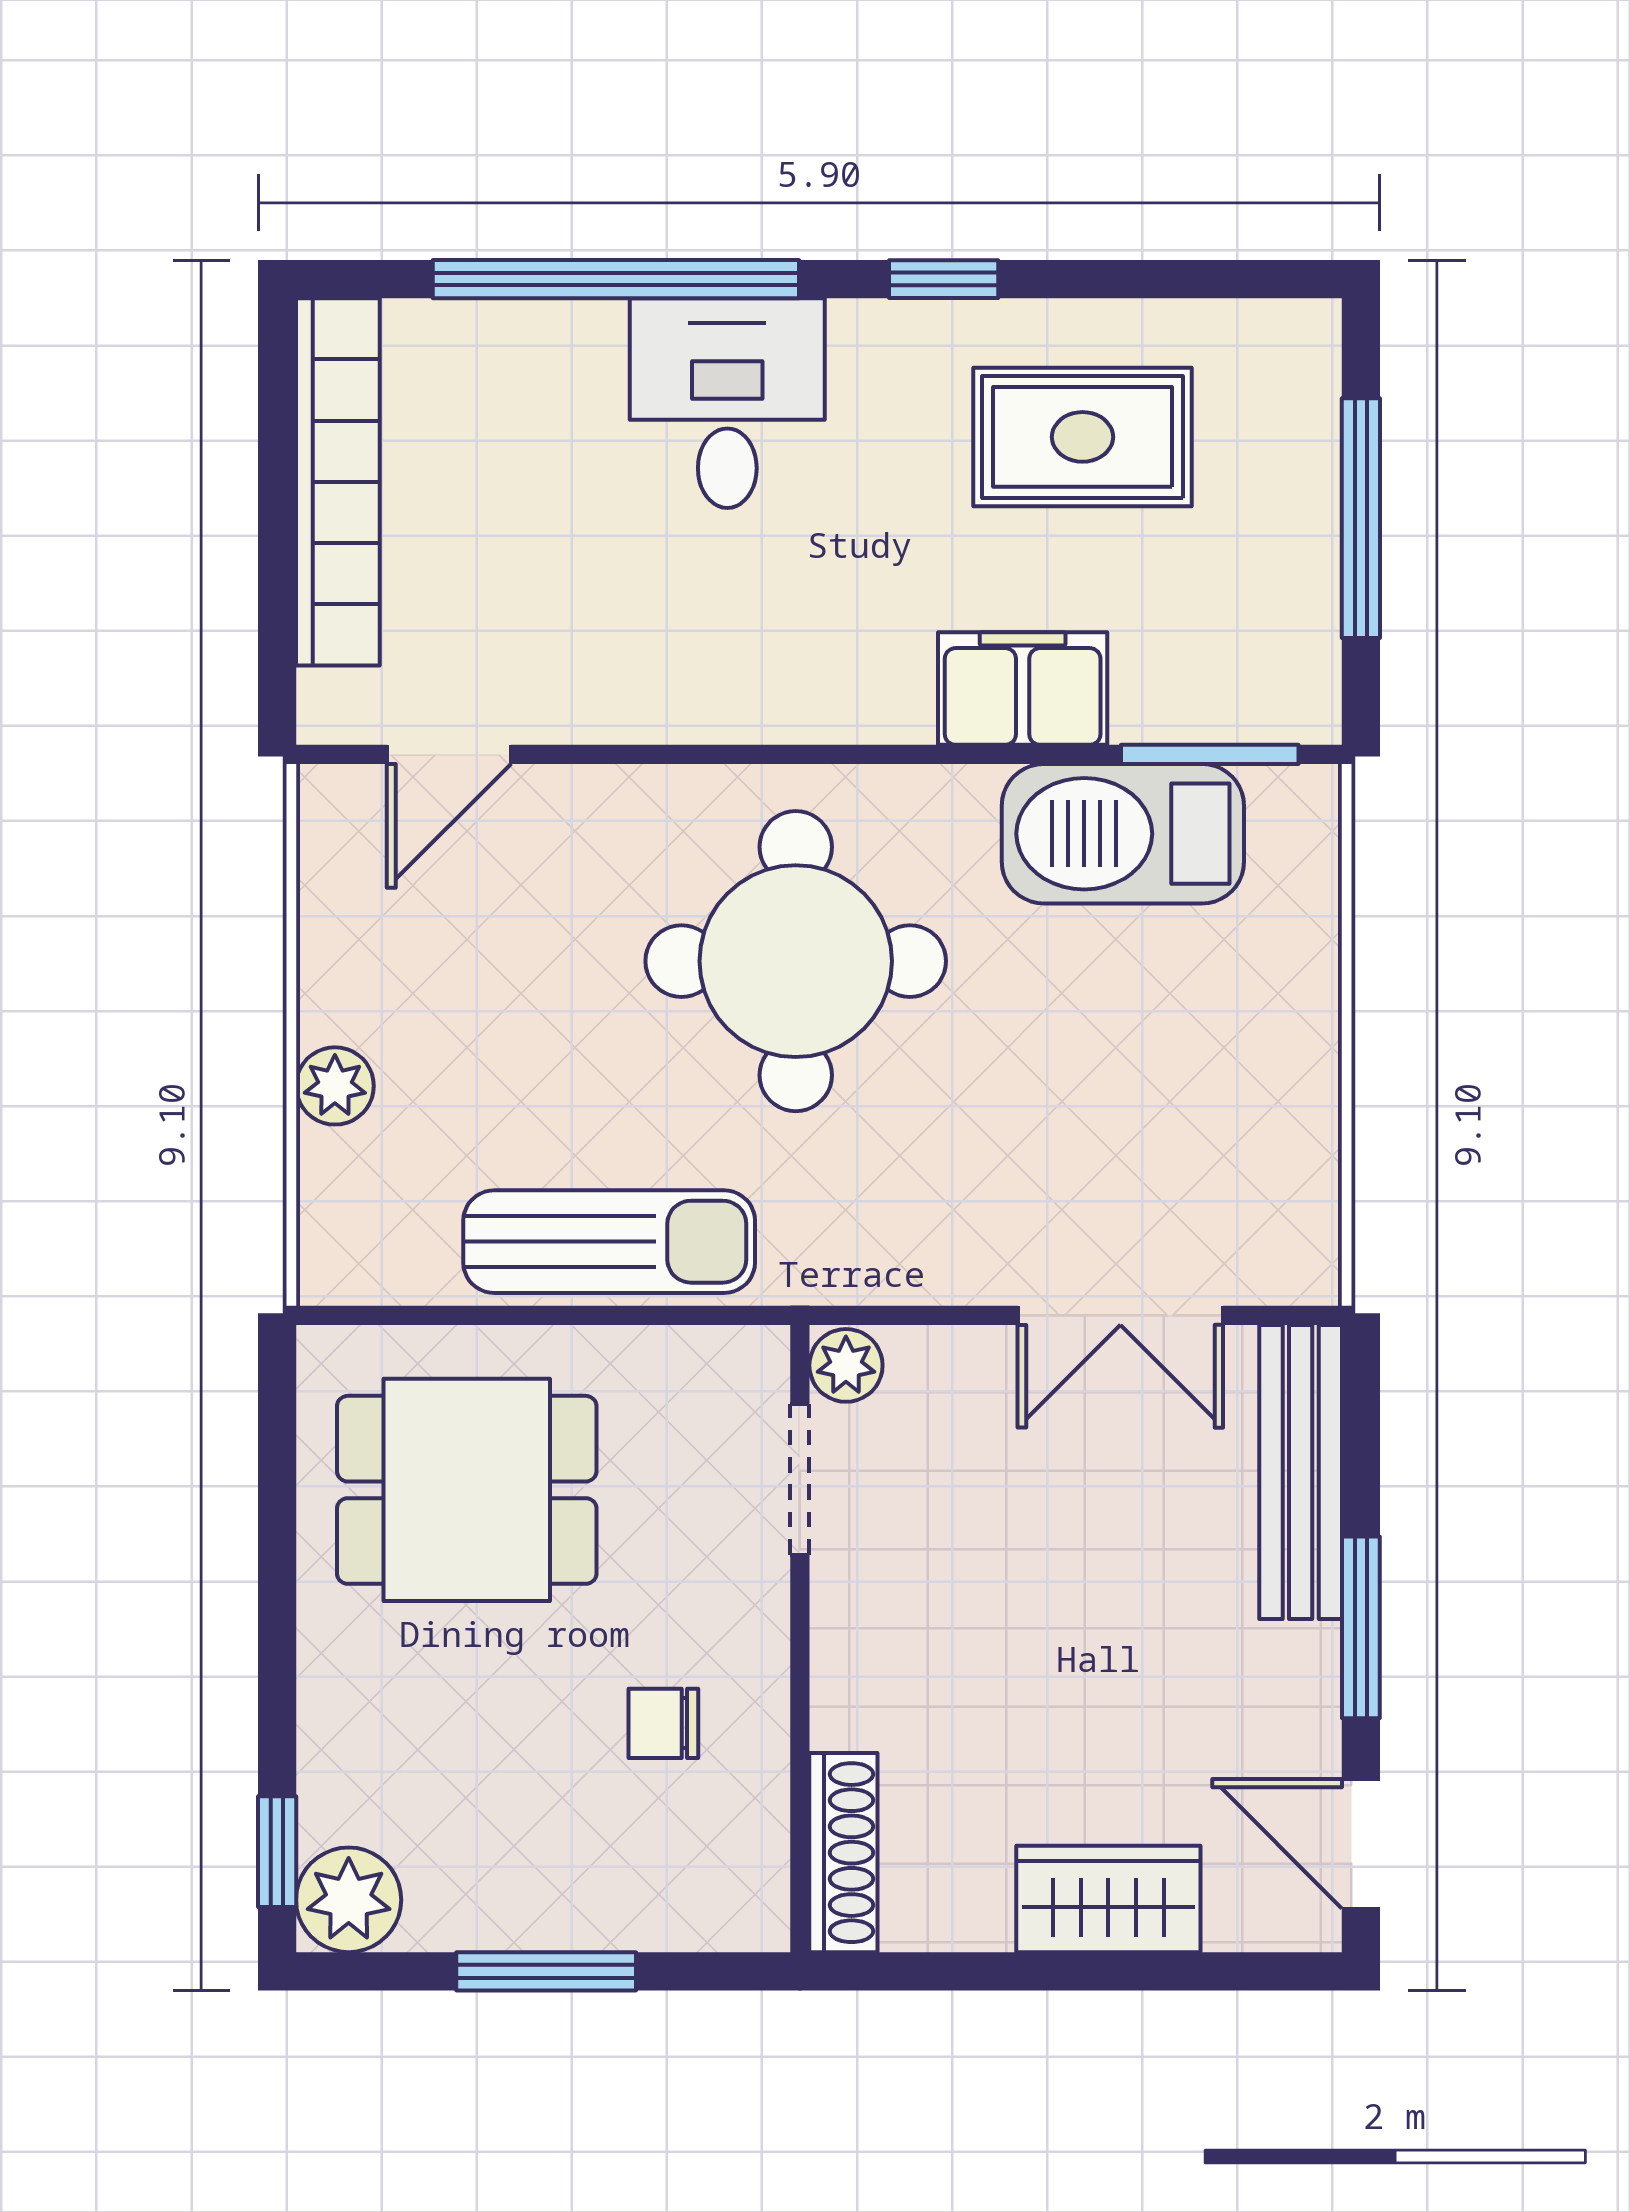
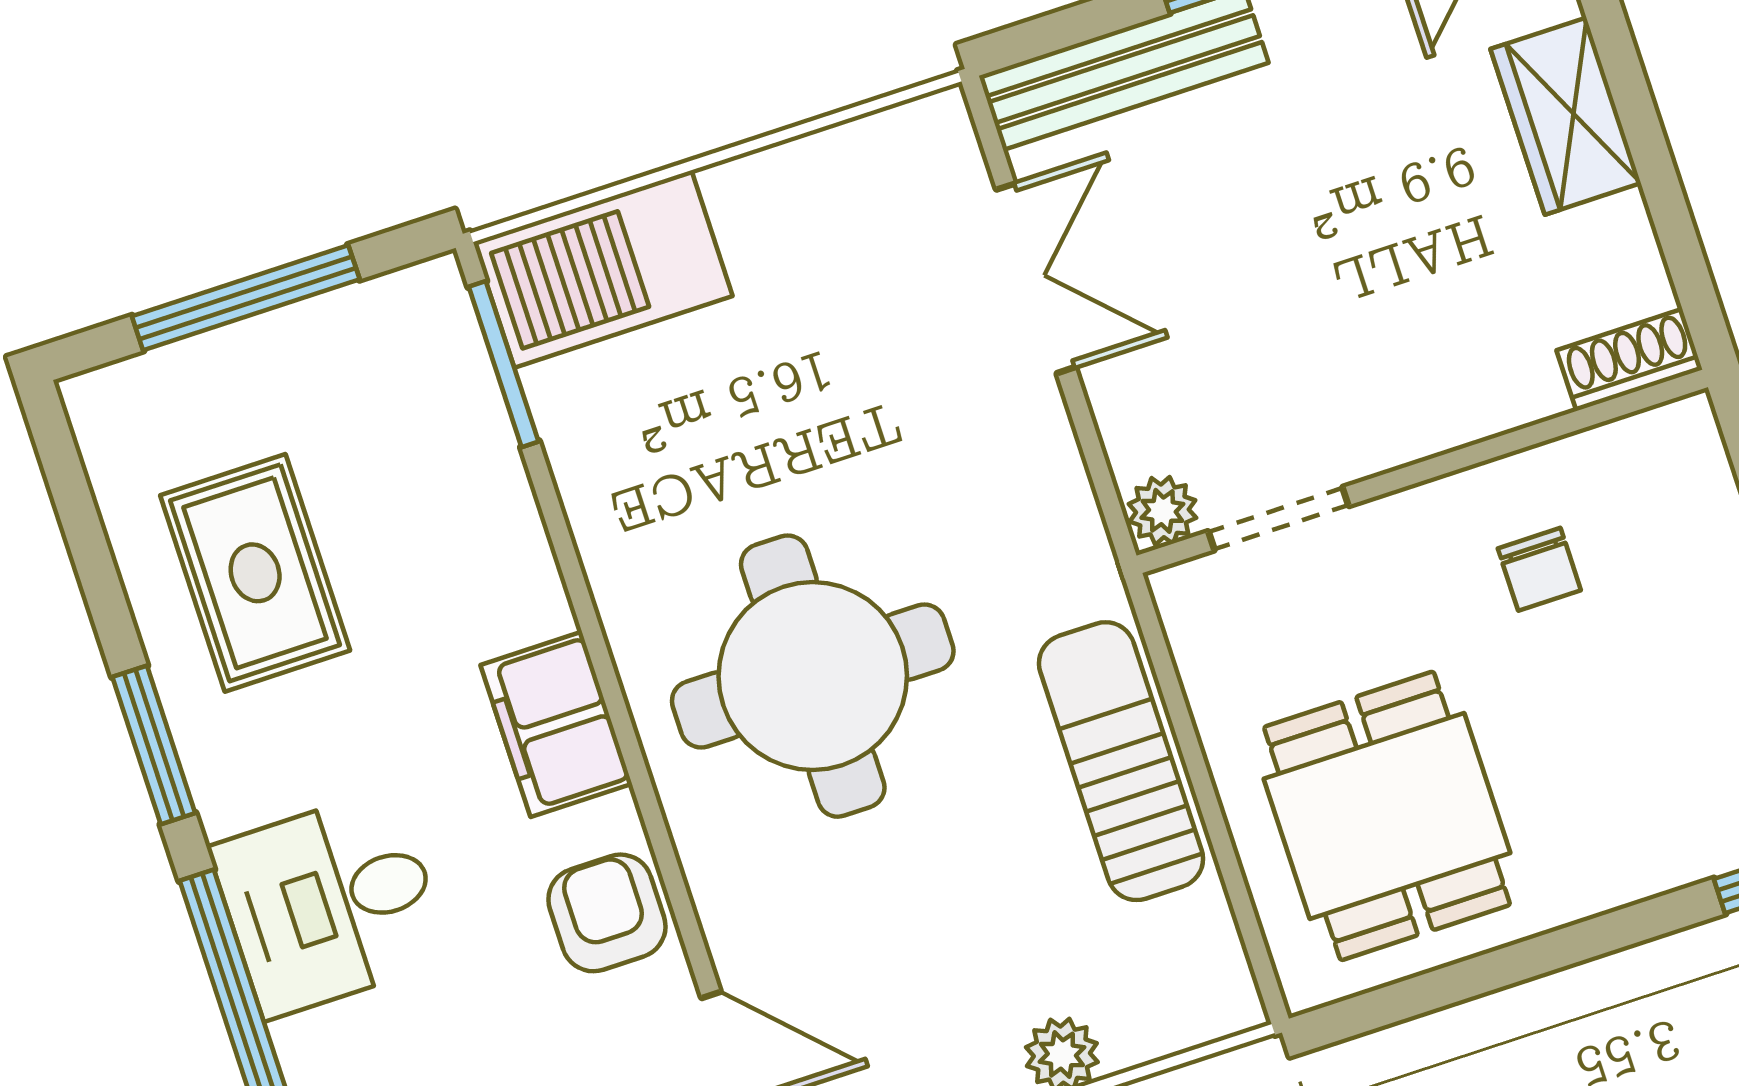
window: (944, 279) -> (154, 745), width x1.50
armchair: (626, 677) -> (607, 913), added
filing cabinet: (1023, 689) -> (556, 724), moved
barbecue: (1123, 834) -> (603, 269), moved, turned 90
shoe rack: (843, 1853) -> (1629, 360), width x0.70

